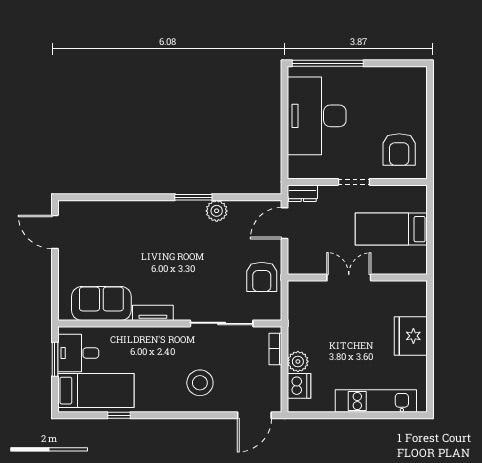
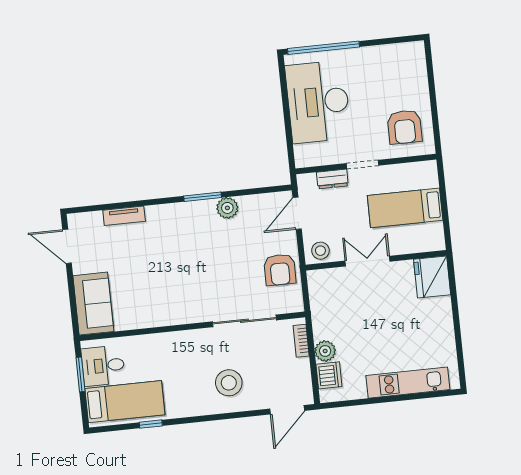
dresser: (302, 193) -> (332, 179), moved
stool: (304, 262) -> (320, 251), added
sofa: (101, 303) -> (93, 304), moved, turned 90
tv unit: (153, 313) -> (124, 216), moved, turned 180
fridge: (411, 336) -> (432, 277), moved

